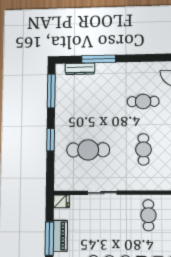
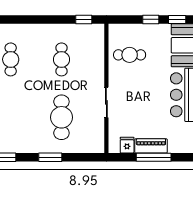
cafe table: (143, 149) -> (61, 59), turned 90
fridge: (61, 201) -> (127, 145), moved

